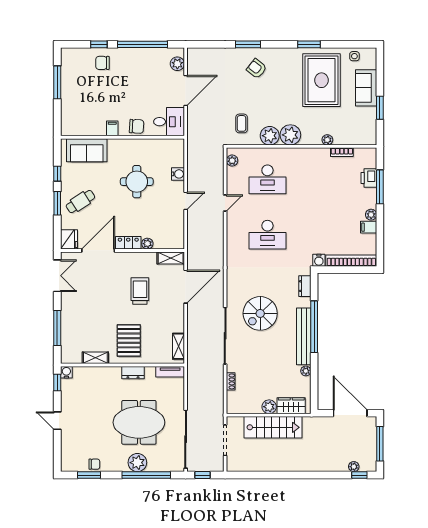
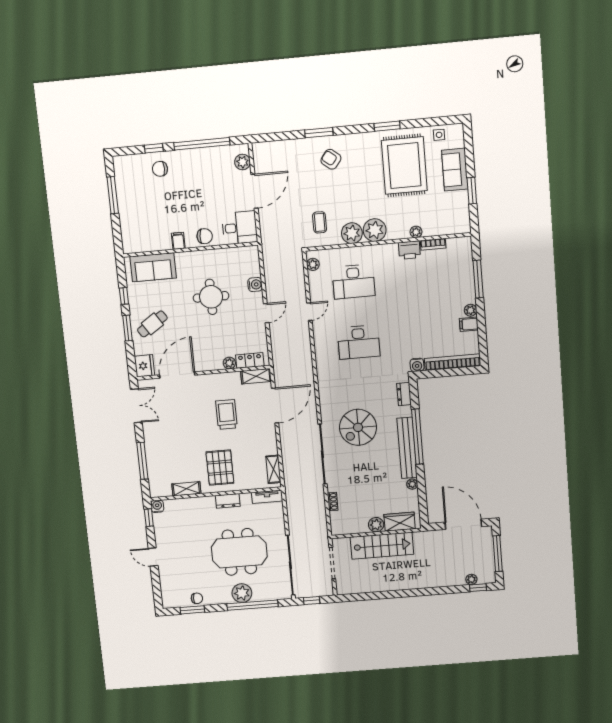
printer: (369, 178) -> (409, 250), moved, turned -90
locker: (128, 243) -> (250, 360), moved

